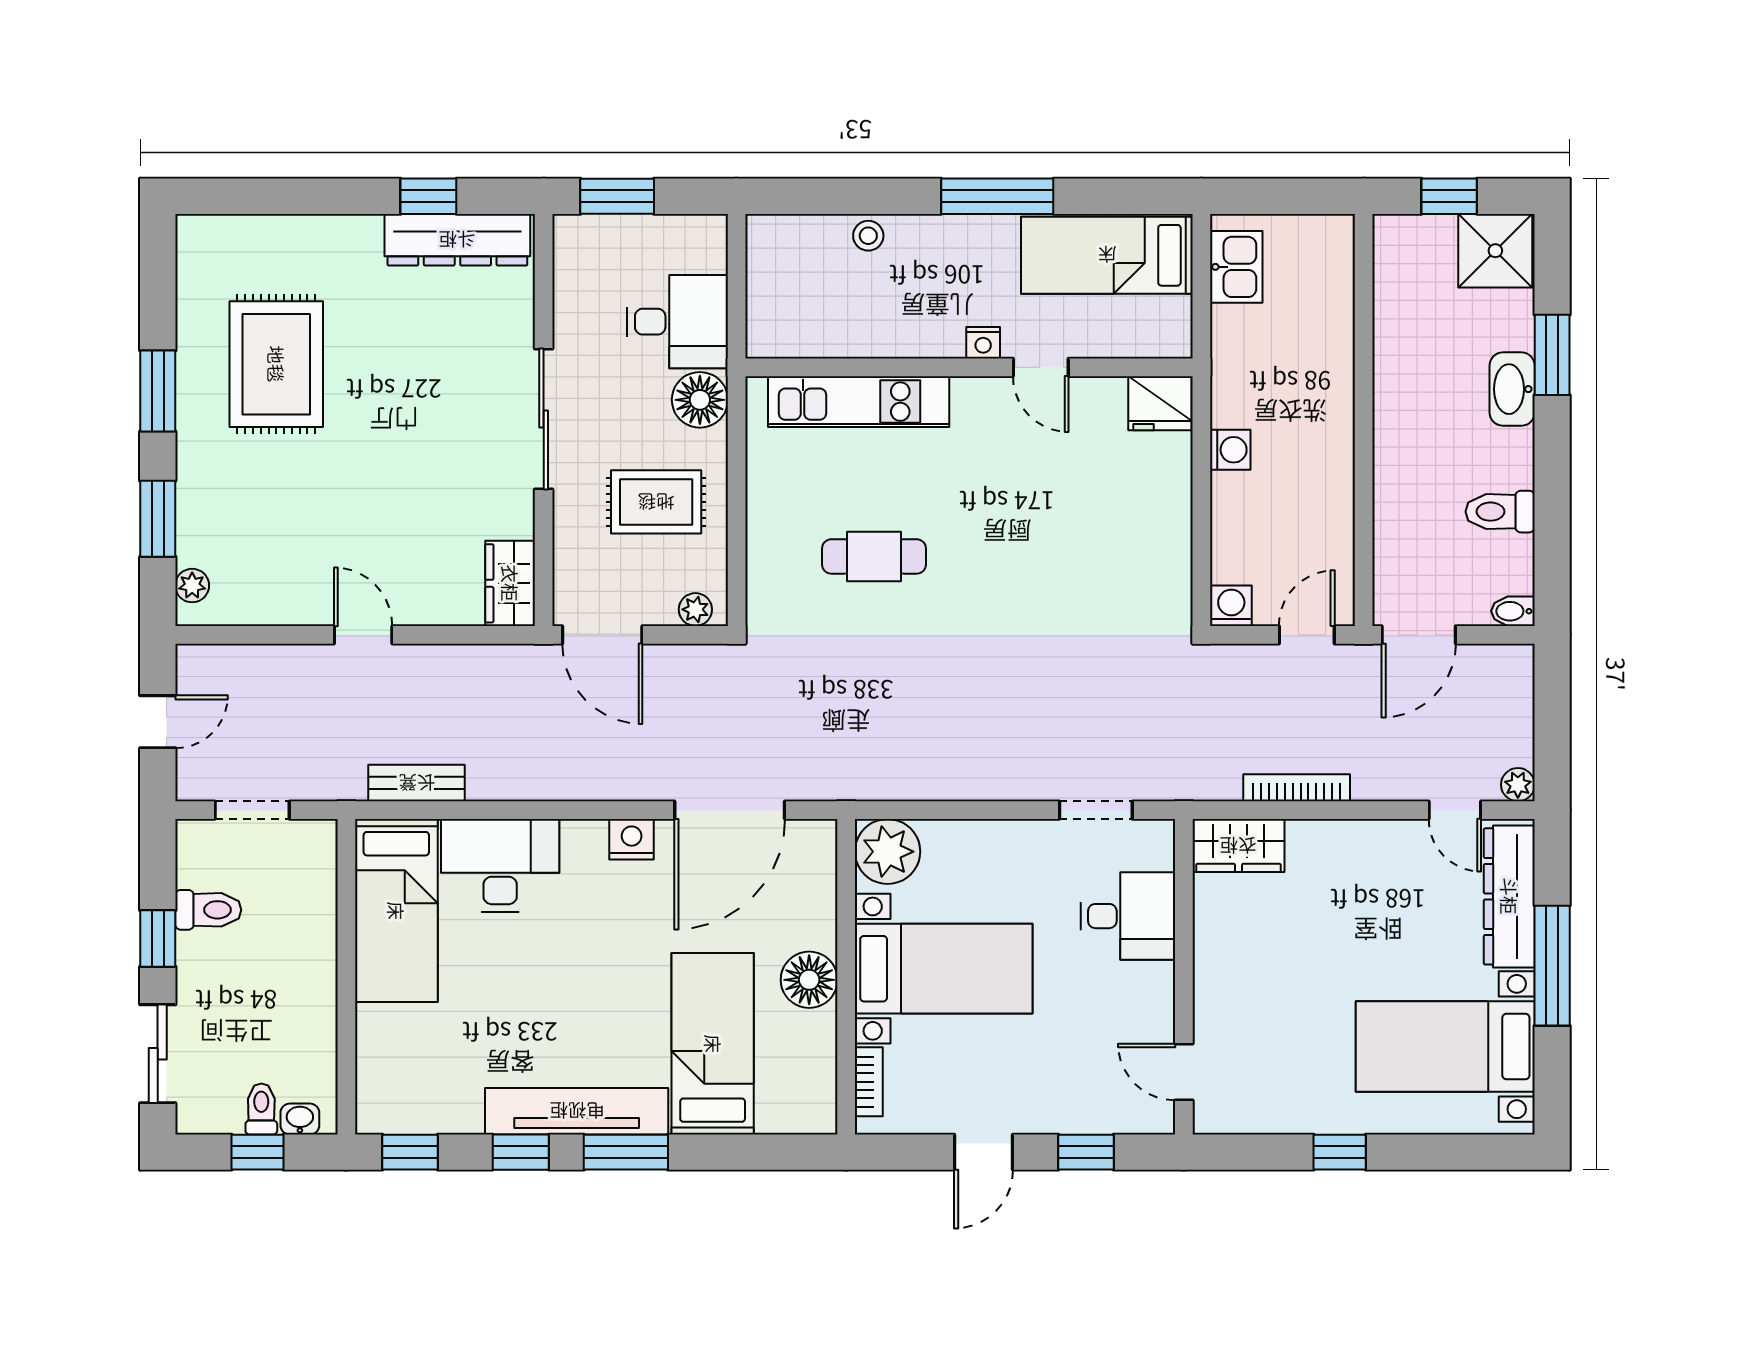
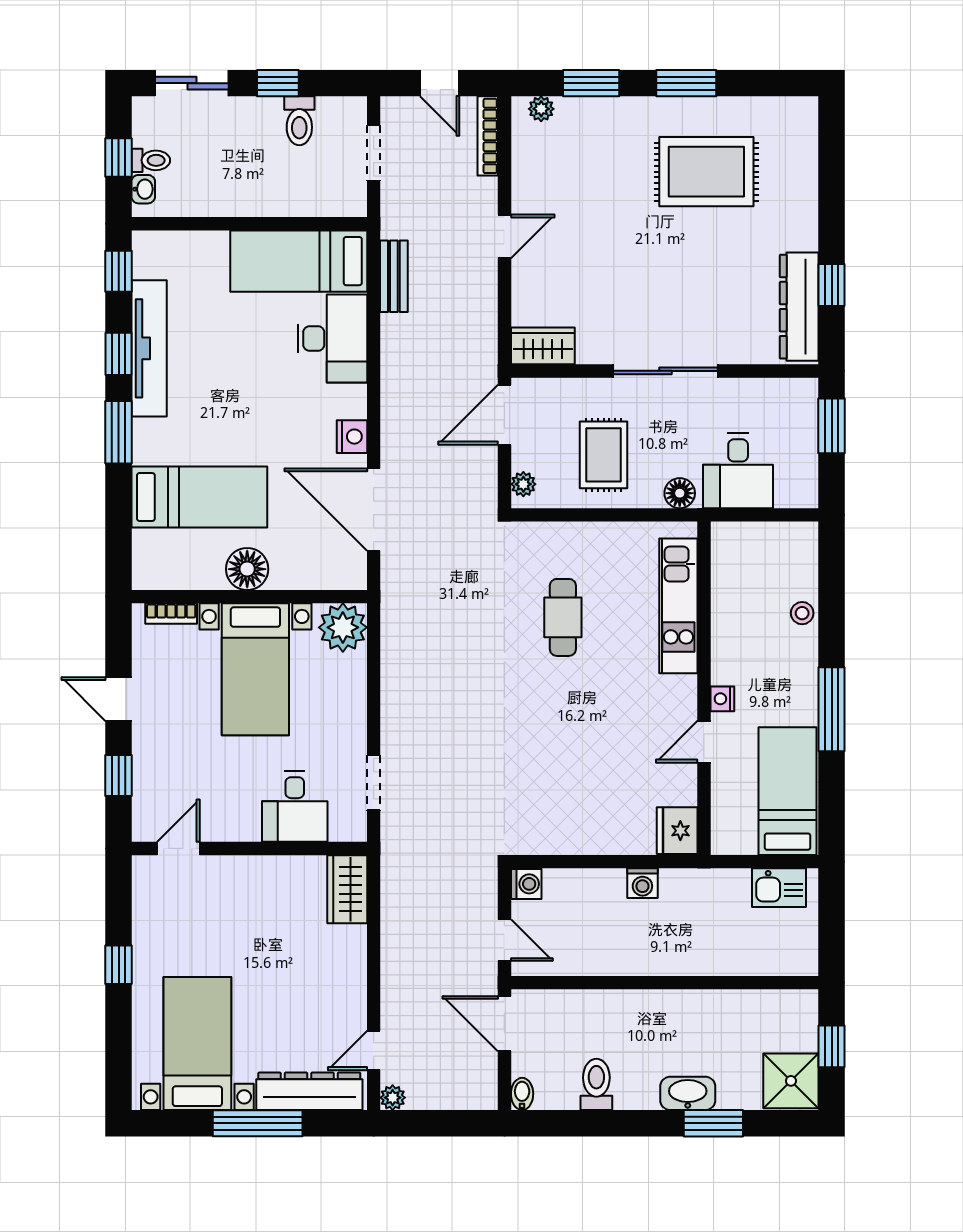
floor lamp: (700, 400) -> (680, 493), width x0.73, depth x0.73
bookcase: (1297, 788) -> (488, 136), moved, turned 180
tv unit: (577, 1111) -> (149, 348), moved

